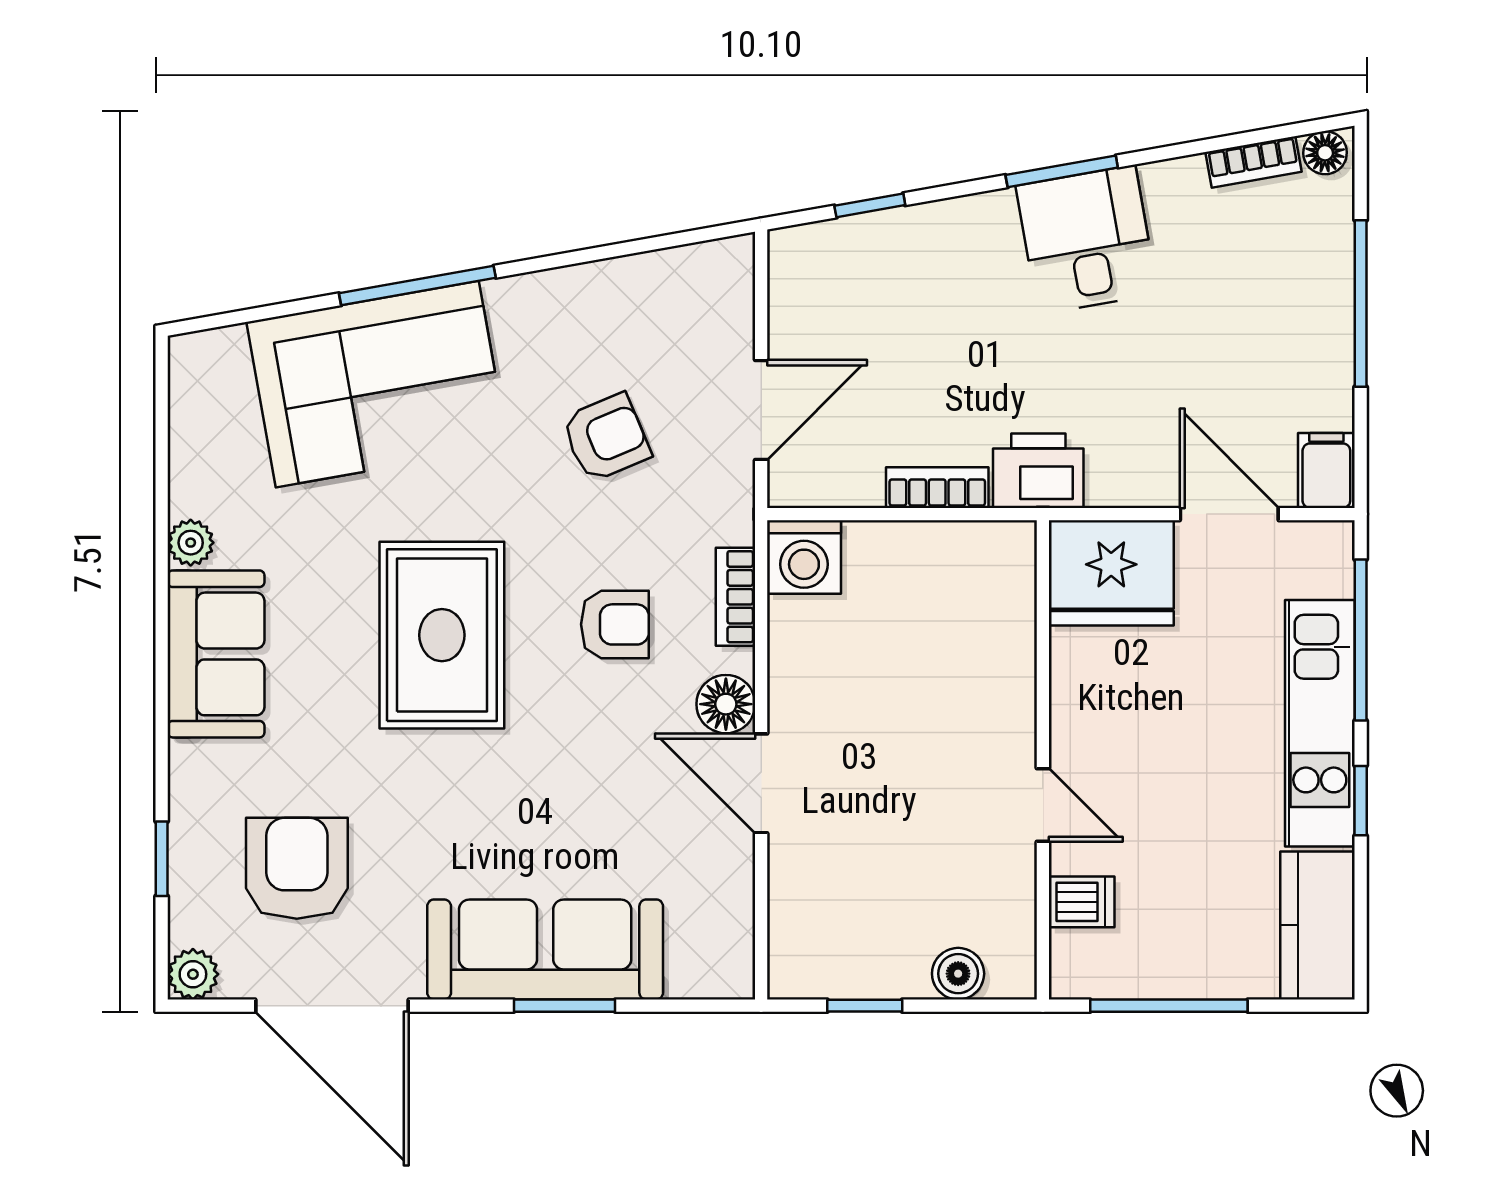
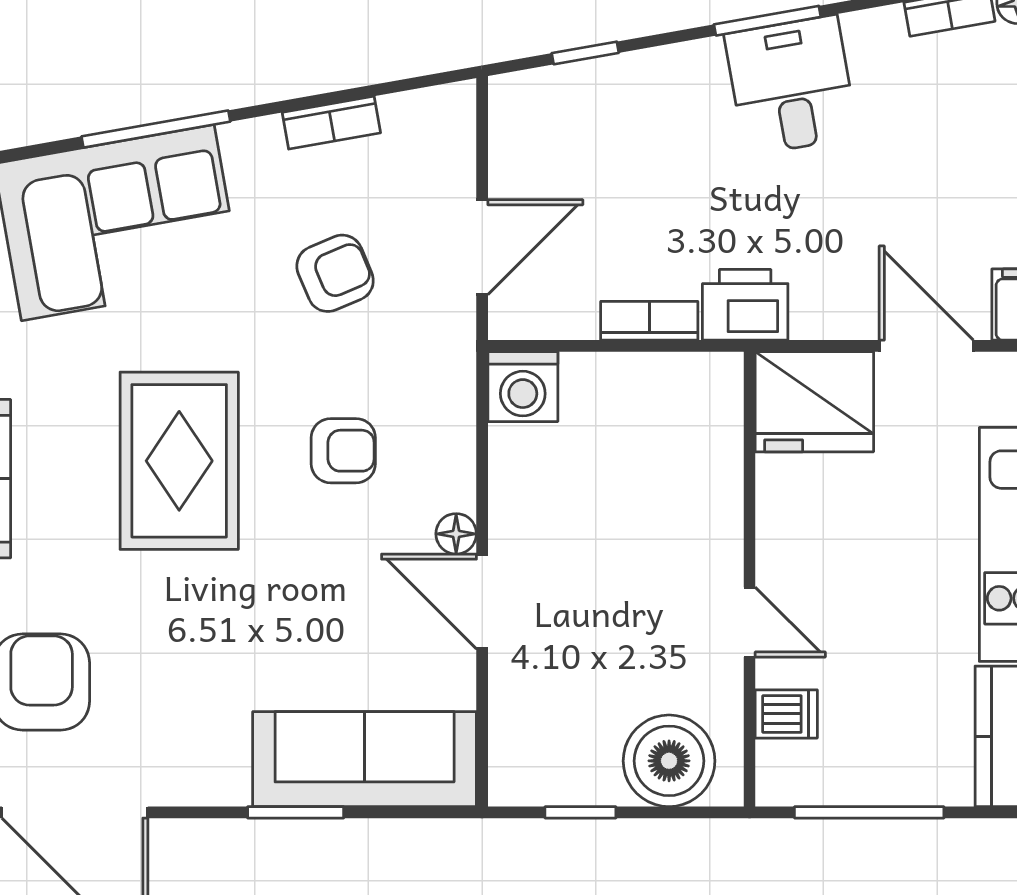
bookcase: (735, 597) -> (331, 123), moved, turned -100
floor lamp: (726, 704) -> (456, 534), width x0.73, depth x0.73
sofa: (545, 949) -> (365, 759), moved
boiler: (958, 974) -> (669, 761), width x1.86, depth x1.86

